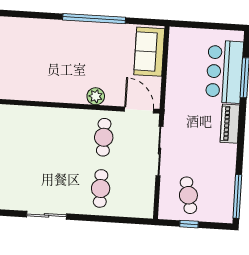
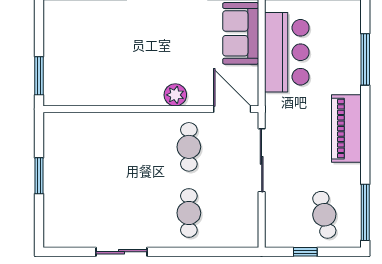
bar counter: (225, 72) -> (287, 52), moved, turned 180
piano: (230, 124) -> (346, 129), width x1.37, depth x1.33
cafe table: (188, 195) -> (324, 215), moved

